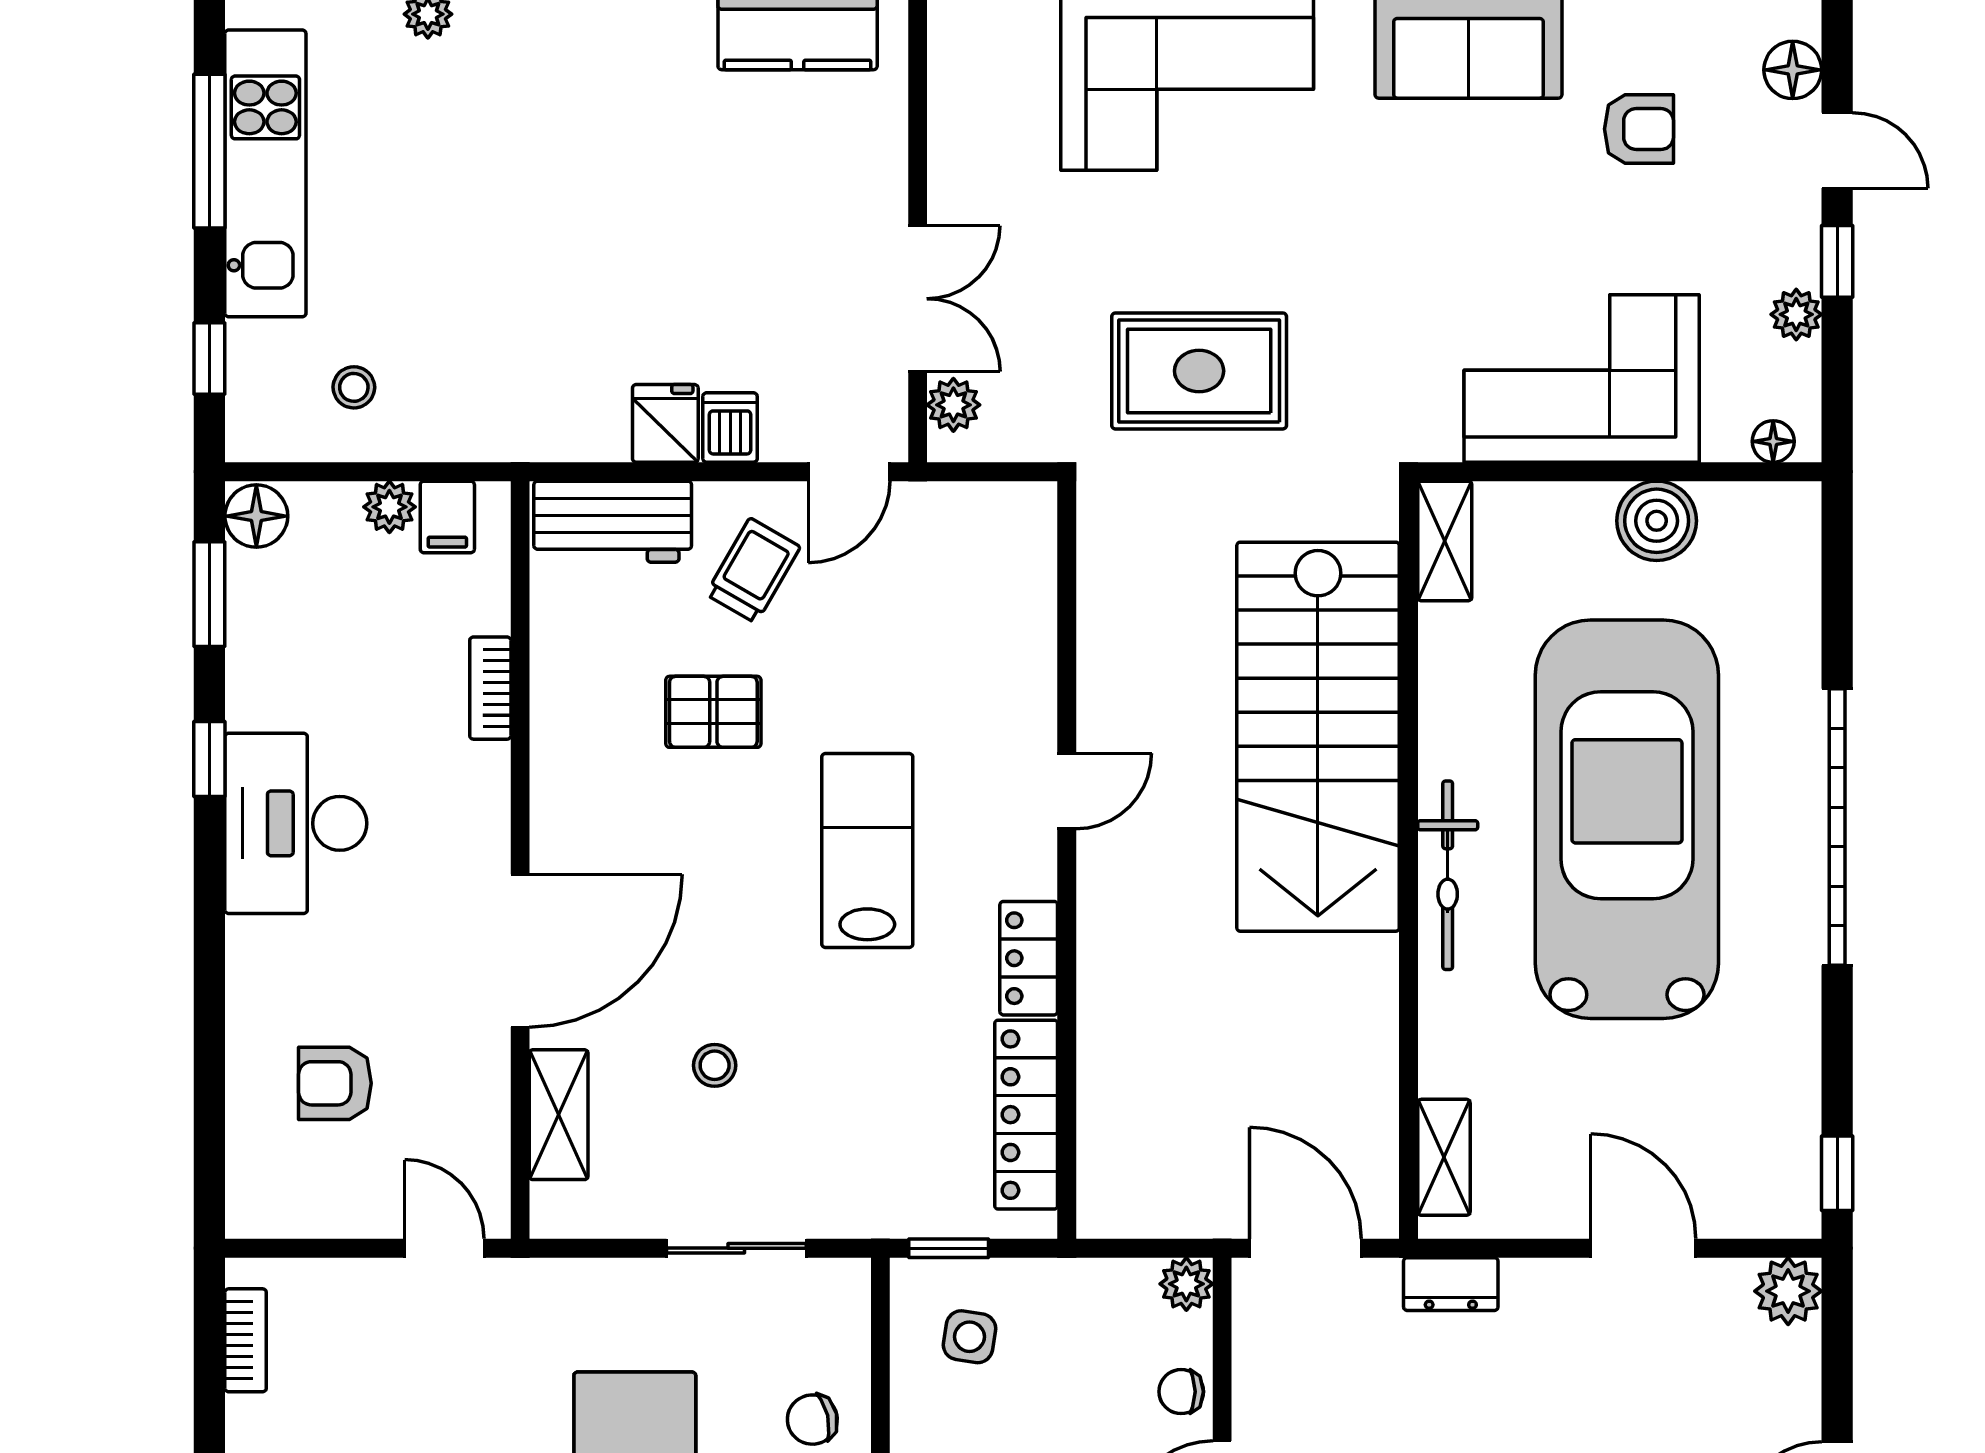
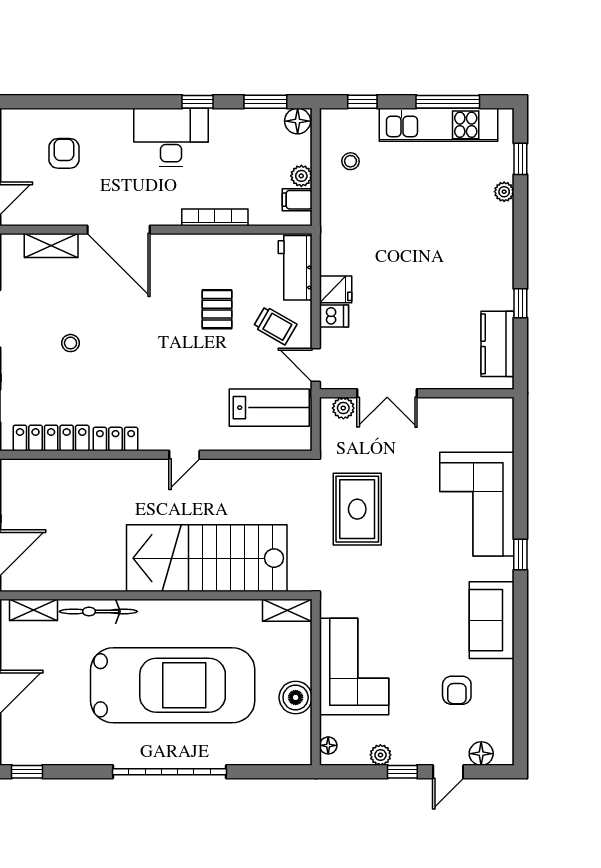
bookcase: (490, 688) -> (215, 217), width x1.56
door: (1067, 791) -> (184, 455), hinge flipped
lab bench: (867, 851) -> (269, 408), moved
bicycle: (1448, 875) -> (98, 611), moved
stool: (715, 1065) -> (71, 343), moved

